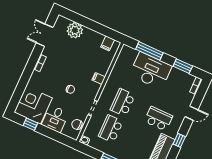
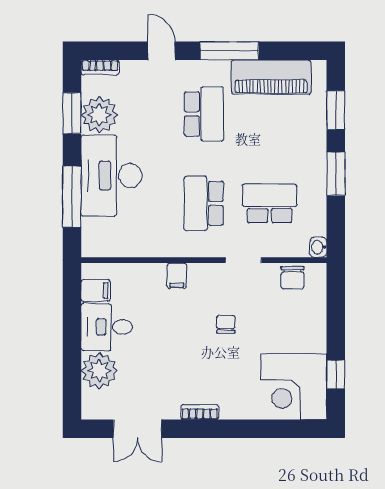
plant: (177, 77) -> (99, 115), added
school desk: (123, 102) -> (204, 203), turned 90
desk: (55, 119) -> (107, 327), moved, turned 180
school desk: (159, 119) -> (204, 114), turned 180
school desk: (111, 129) -> (270, 203), turned 180
window: (179, 140) -> (229, 51), width x2.17

